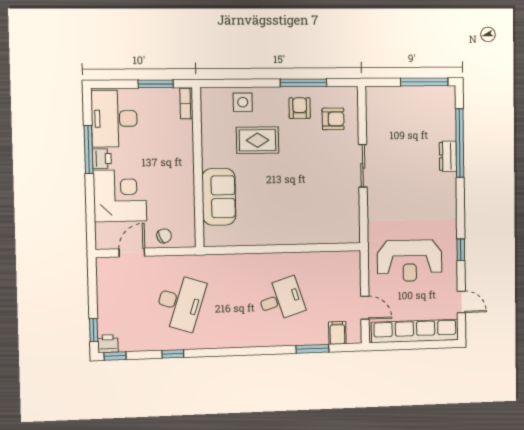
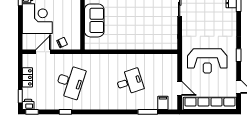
locker: (105, 297) -> (27, 77), added

